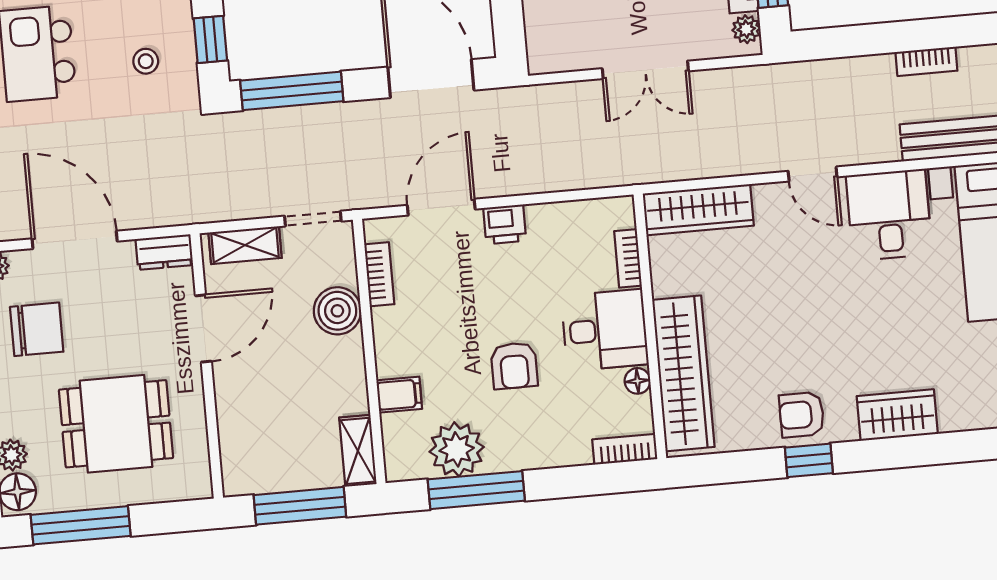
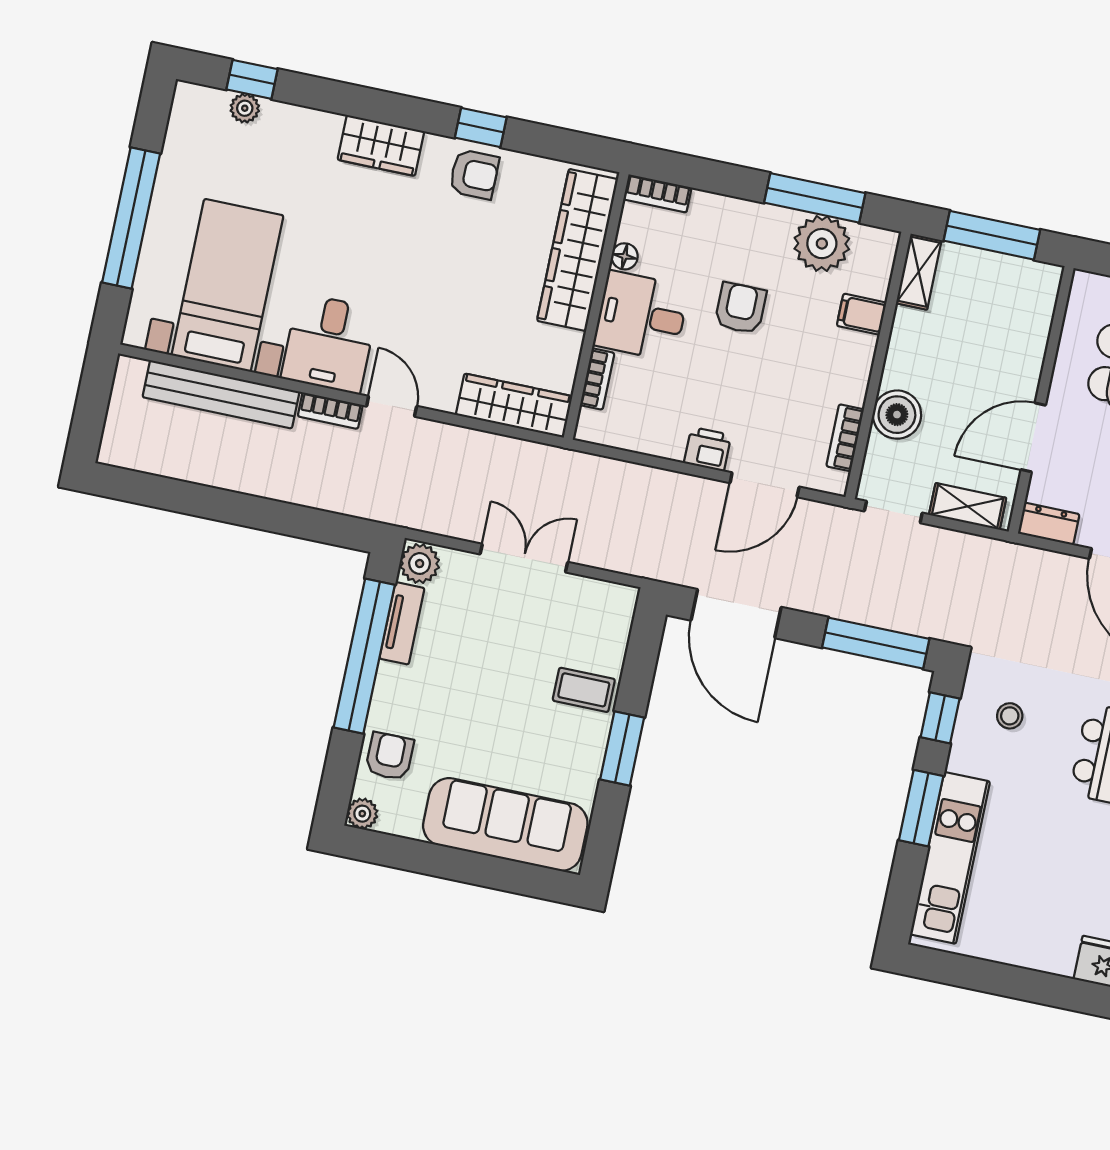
plant: (746, 29) -> (420, 564), width x1.38, depth x1.38
bookcase: (926, 61) -> (330, 411), moved, turned 180

